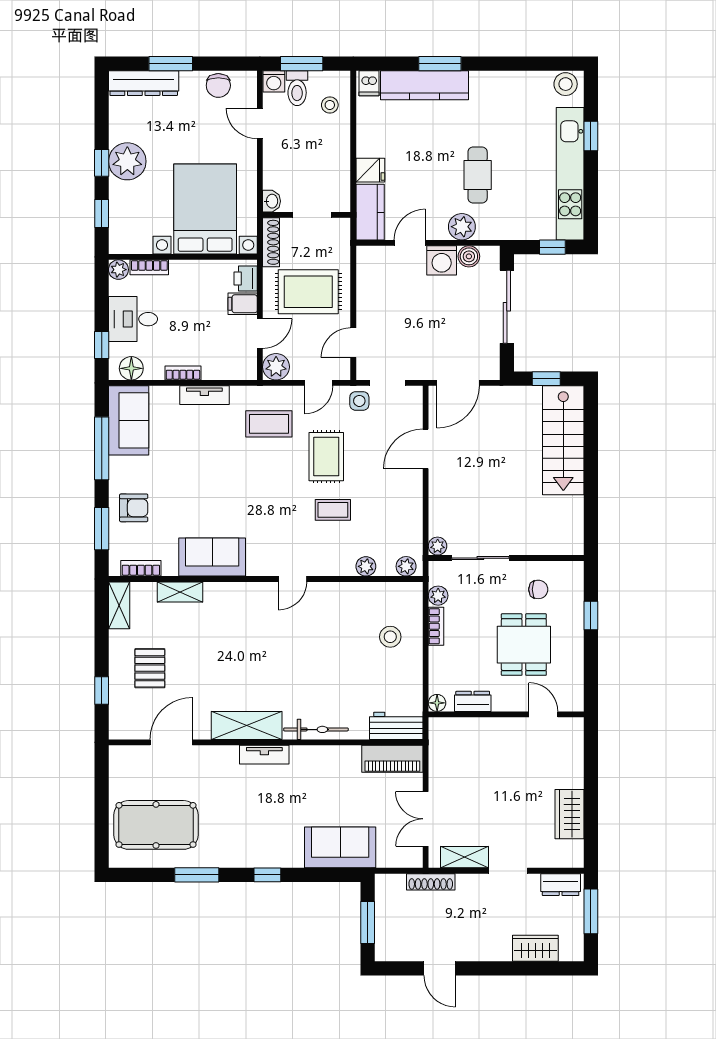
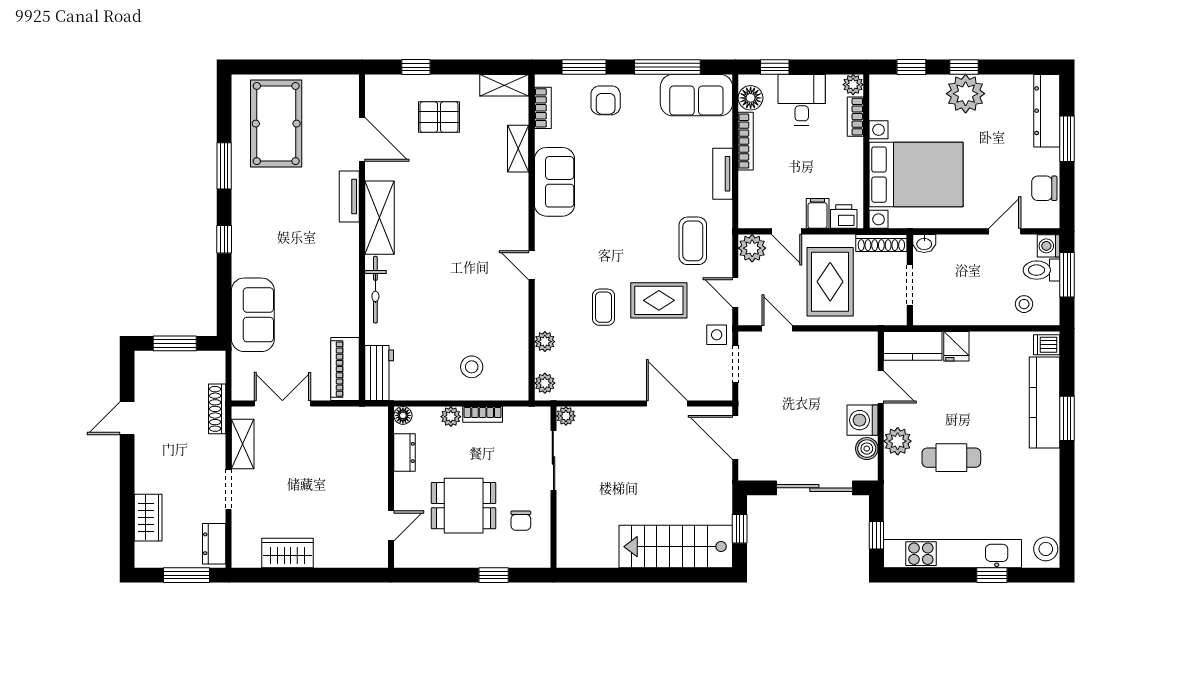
bookcase: (183, 373) -> (746, 141), width x1.56
plant: (438, 596) -> (451, 417), moved
tv unit: (264, 755) -> (349, 196), moved

